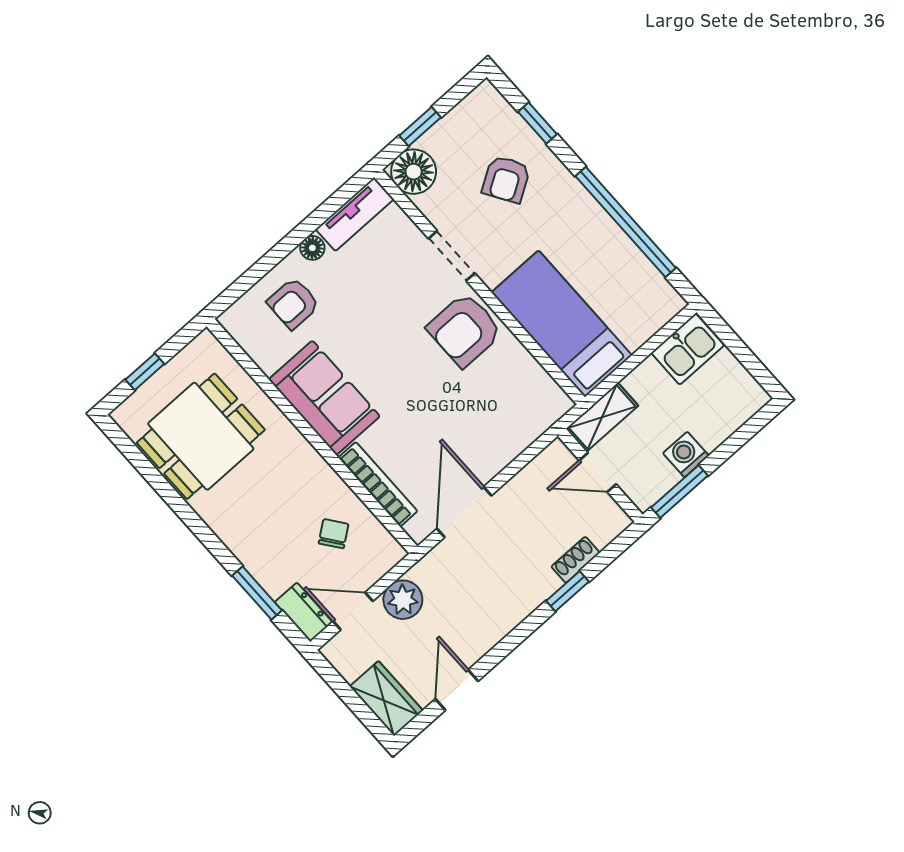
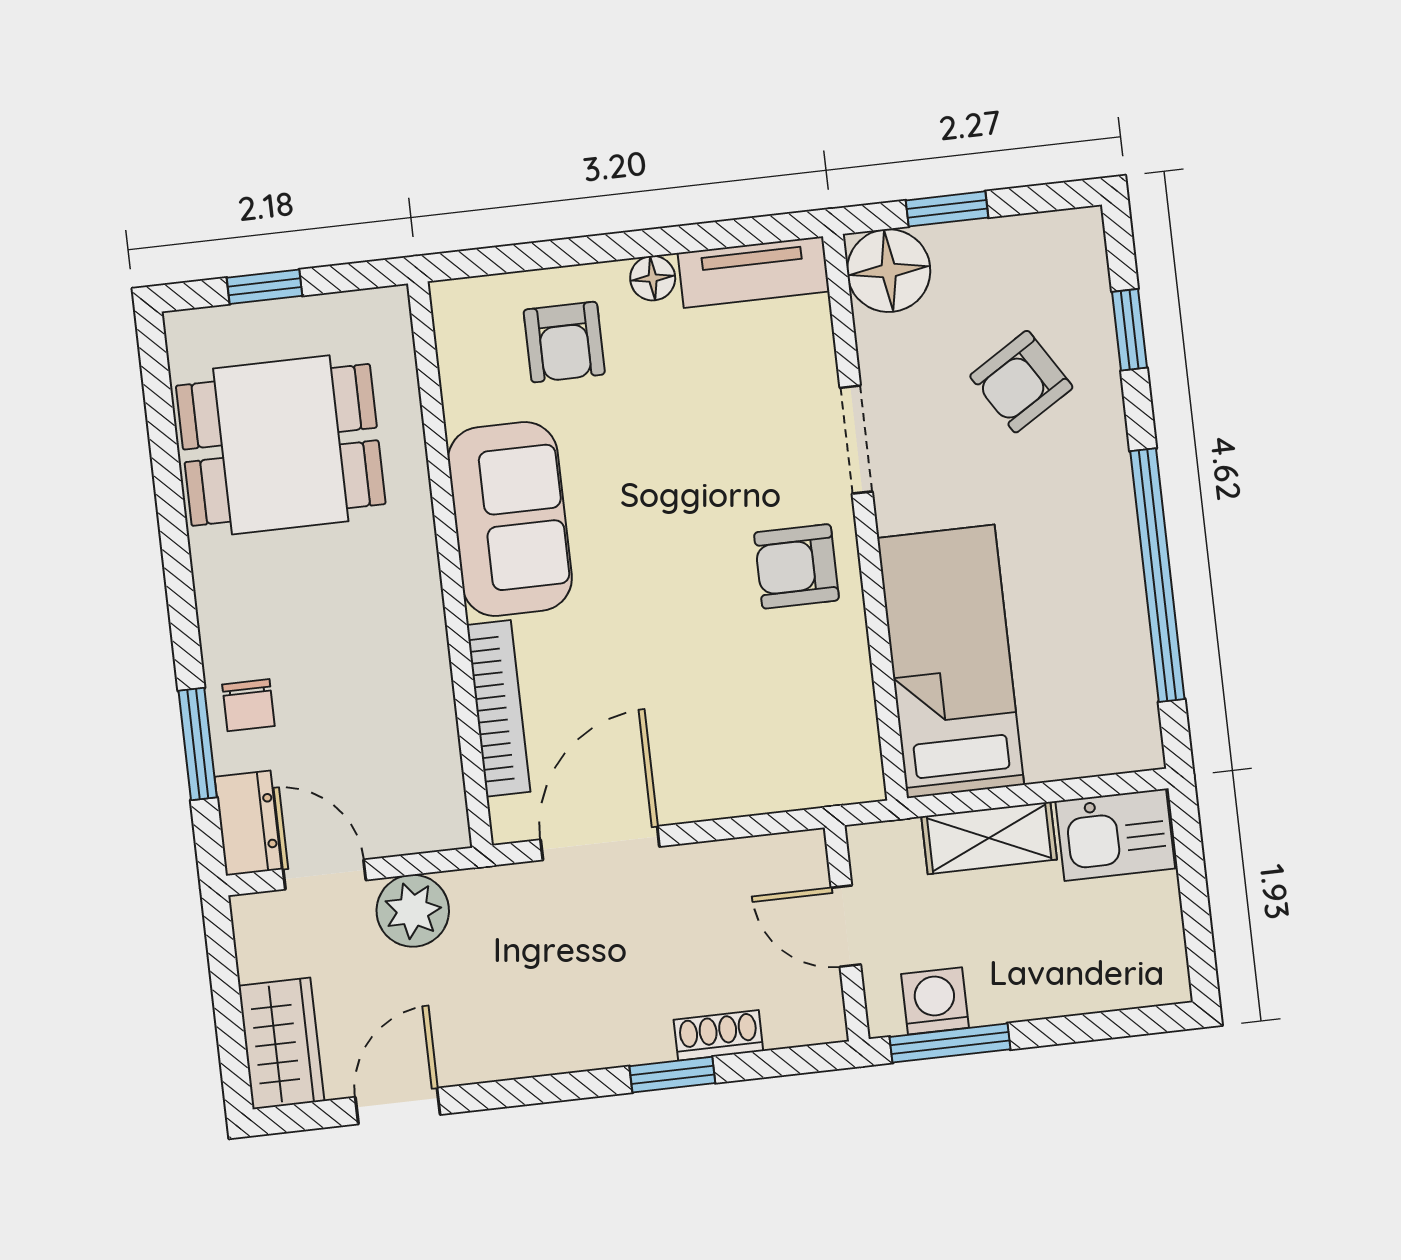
armchair: (293, 303) -> (564, 342), turned -90
armchair: (465, 330) -> (797, 566), width x0.72, depth x0.72
shelving: (602, 417) -> (989, 838), moved
washing machine: (686, 454) -> (935, 1001), moved
chair: (334, 534) -> (248, 705), moved, turned 127

